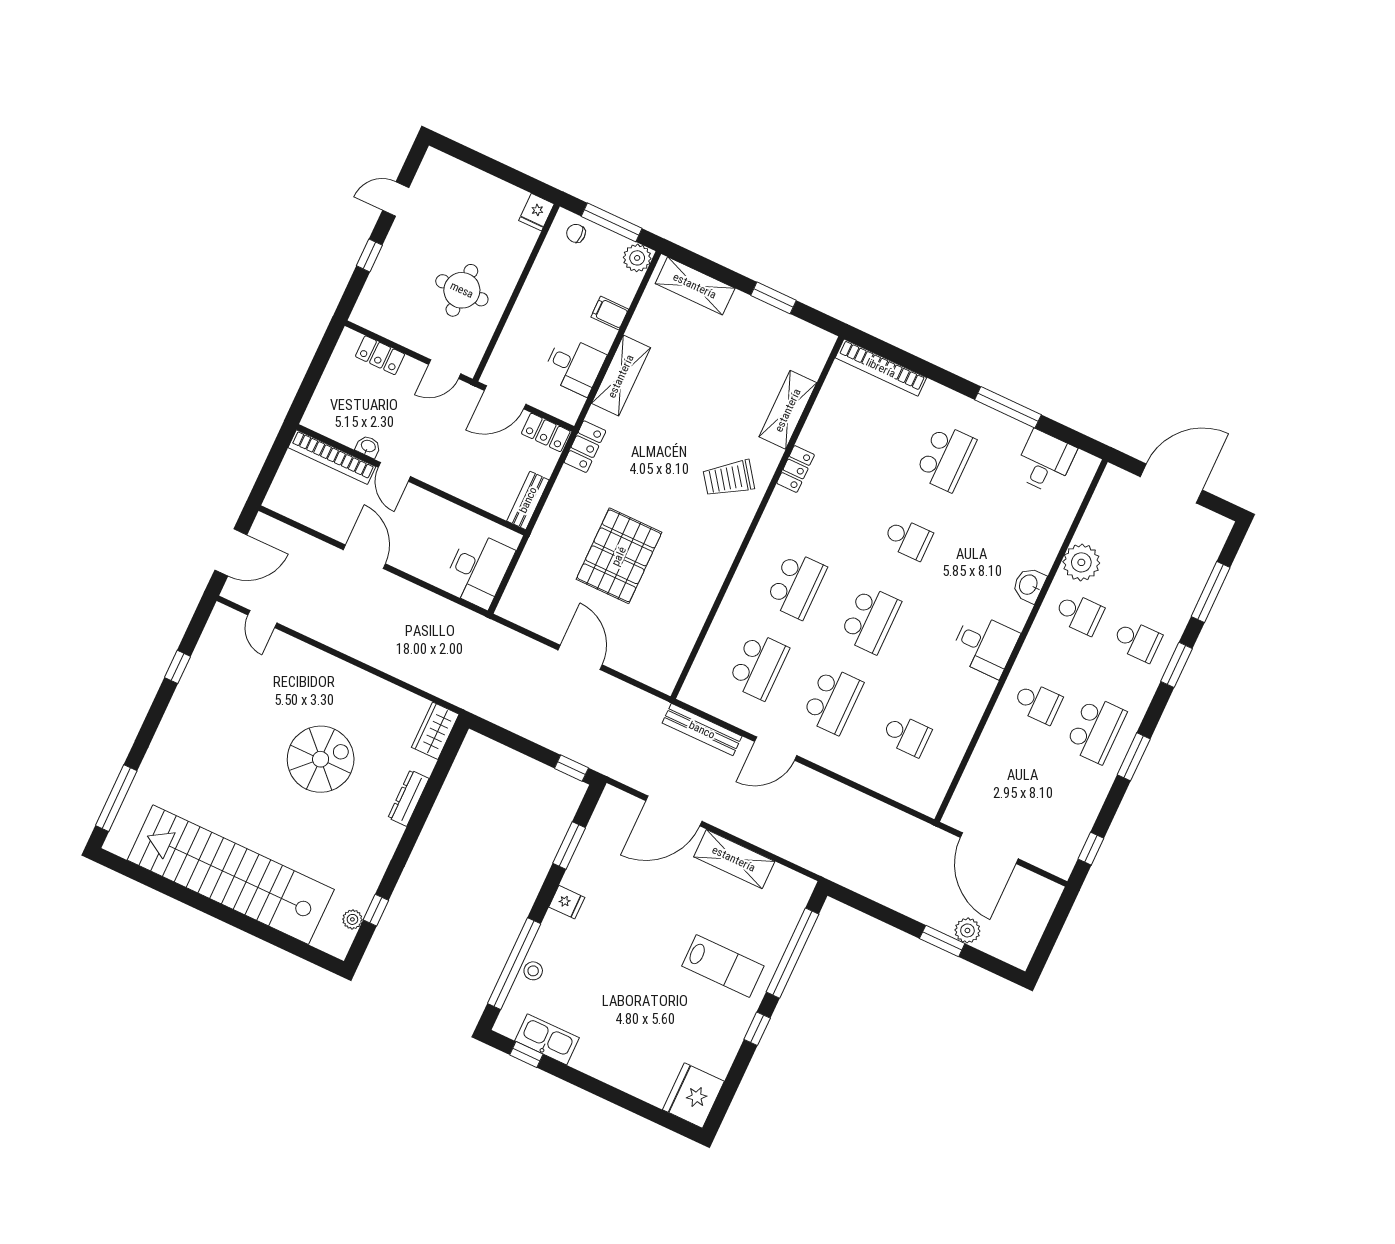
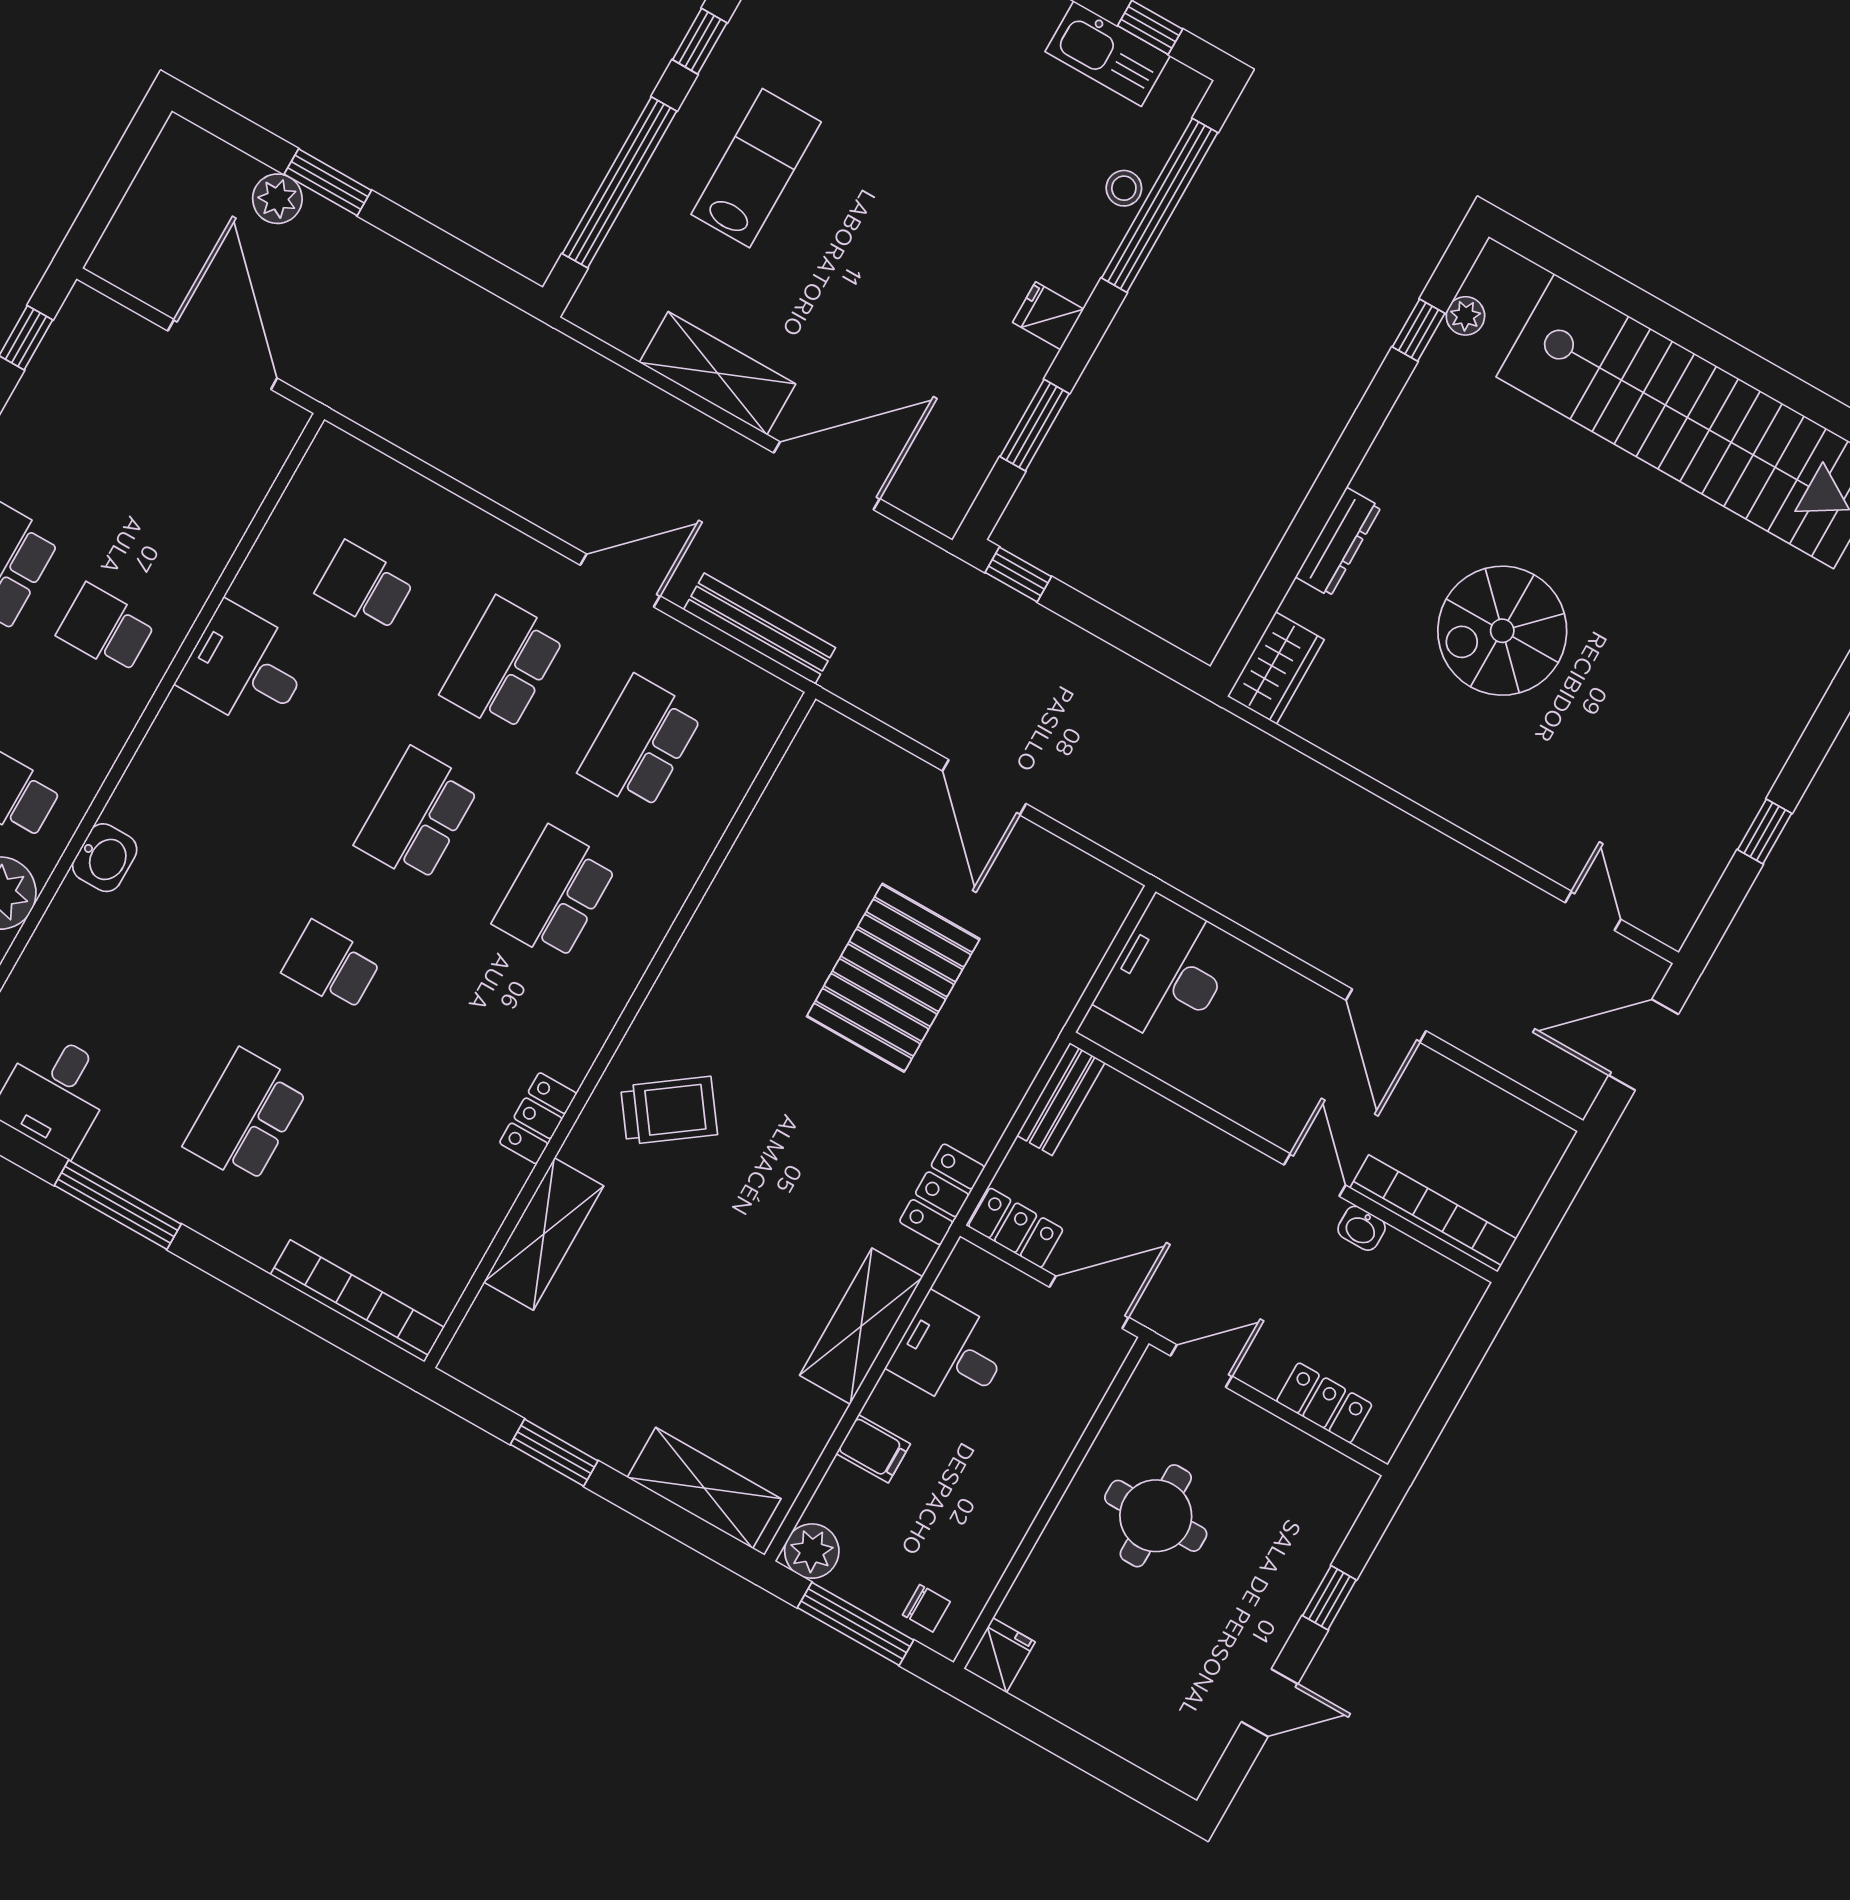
desk: (985, 645) -> (245, 667), moved
lab bench: (723, 966) -> (756, 168), turned 90

